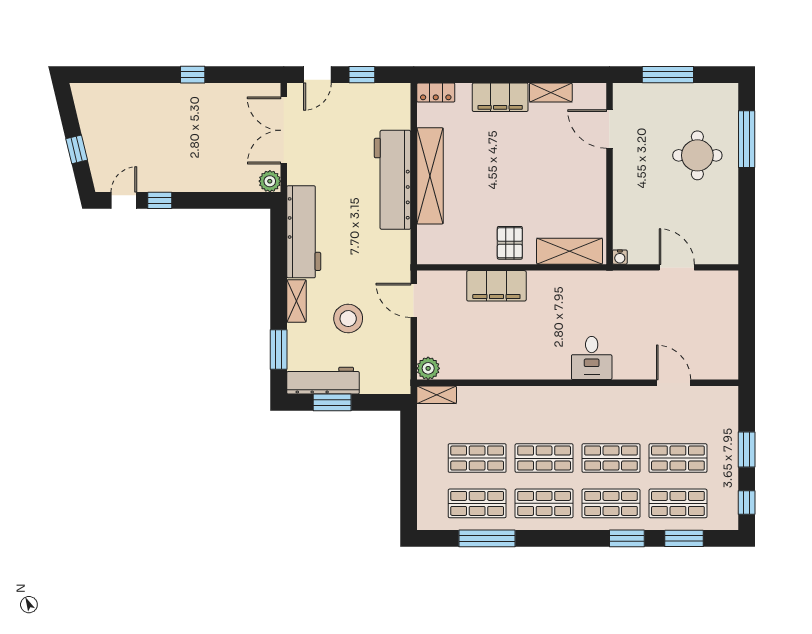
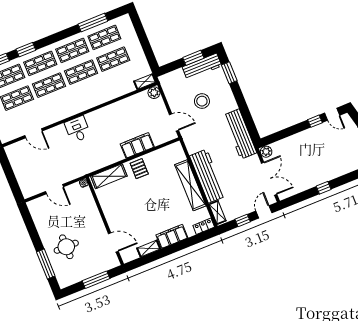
door: (124, 200) -> (332, 114), hinge flipped
shelving: (297, 301) -> (218, 212), moved

